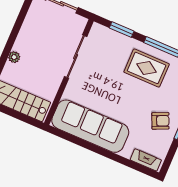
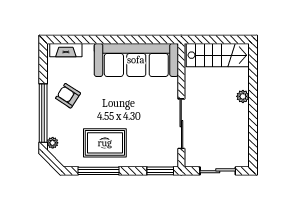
window: (122, 29) -> (160, 171), moved
armchair: (160, 121) -> (68, 96), turned 57

